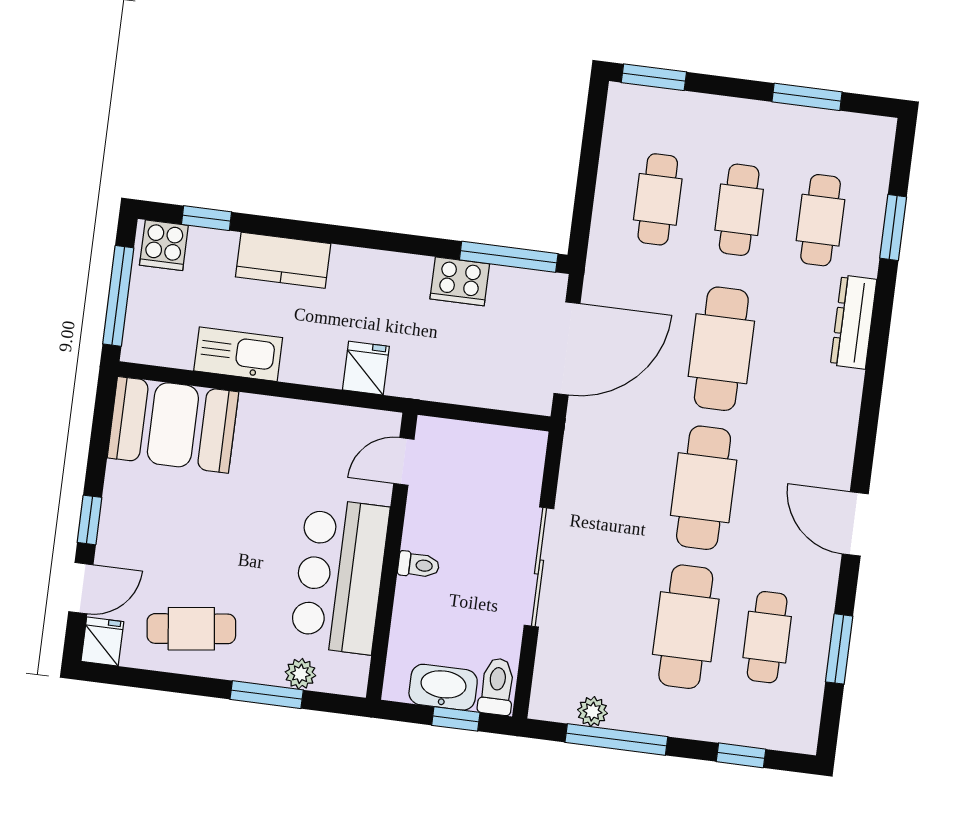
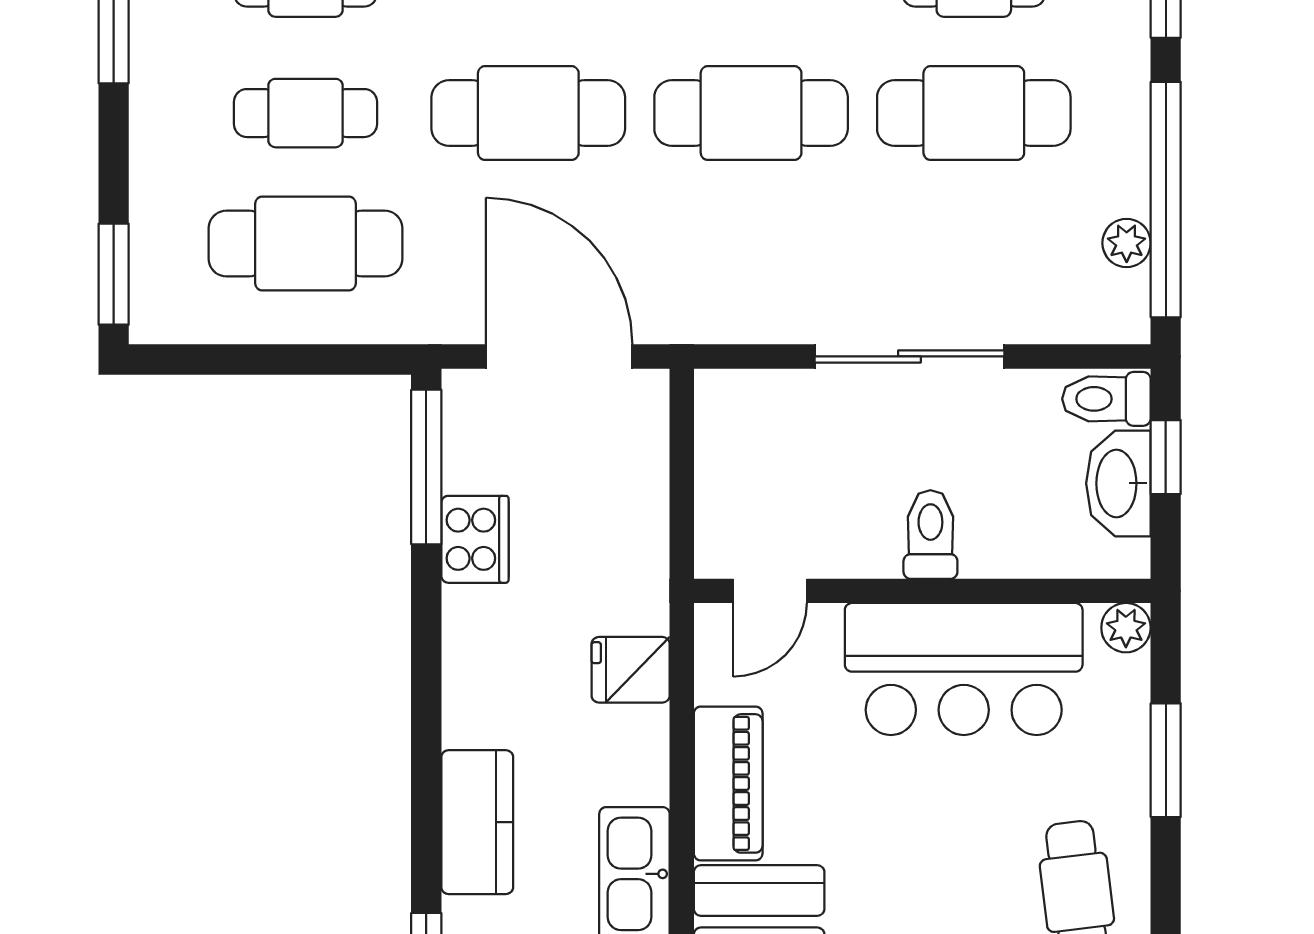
cafe table: (658, 199) -> (306, 244), width x1.37, depth x1.35
piano: (287, 420) -> (728, 783), added
door: (404, 461) -> (770, 591), hinge flipped
toilet: (419, 565) -> (930, 534), width x1.37, depth x1.39
plant: (300, 674) -> (1126, 628), moved
window: (616, 739) -> (1166, 200), width x1.46

